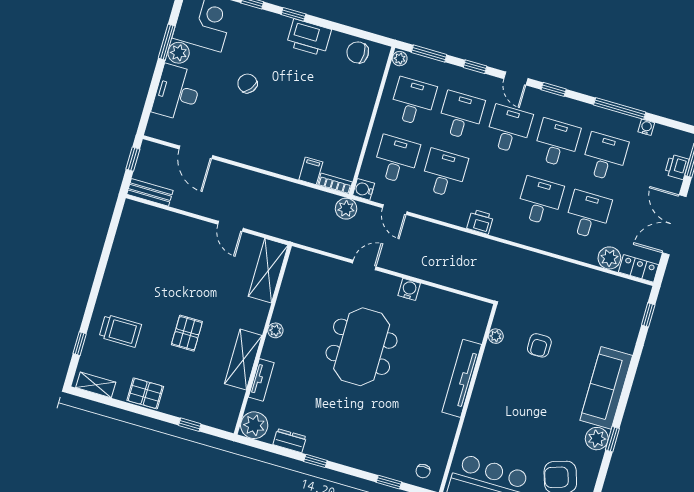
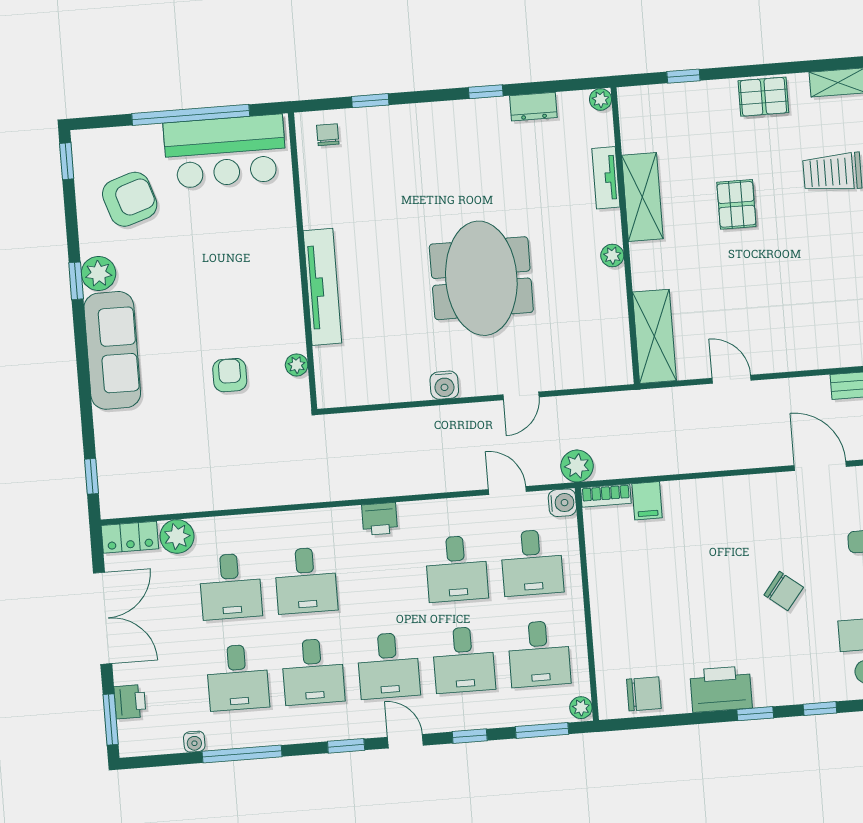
plant: (254, 425) -> (601, 99), width x0.53, depth x0.53

